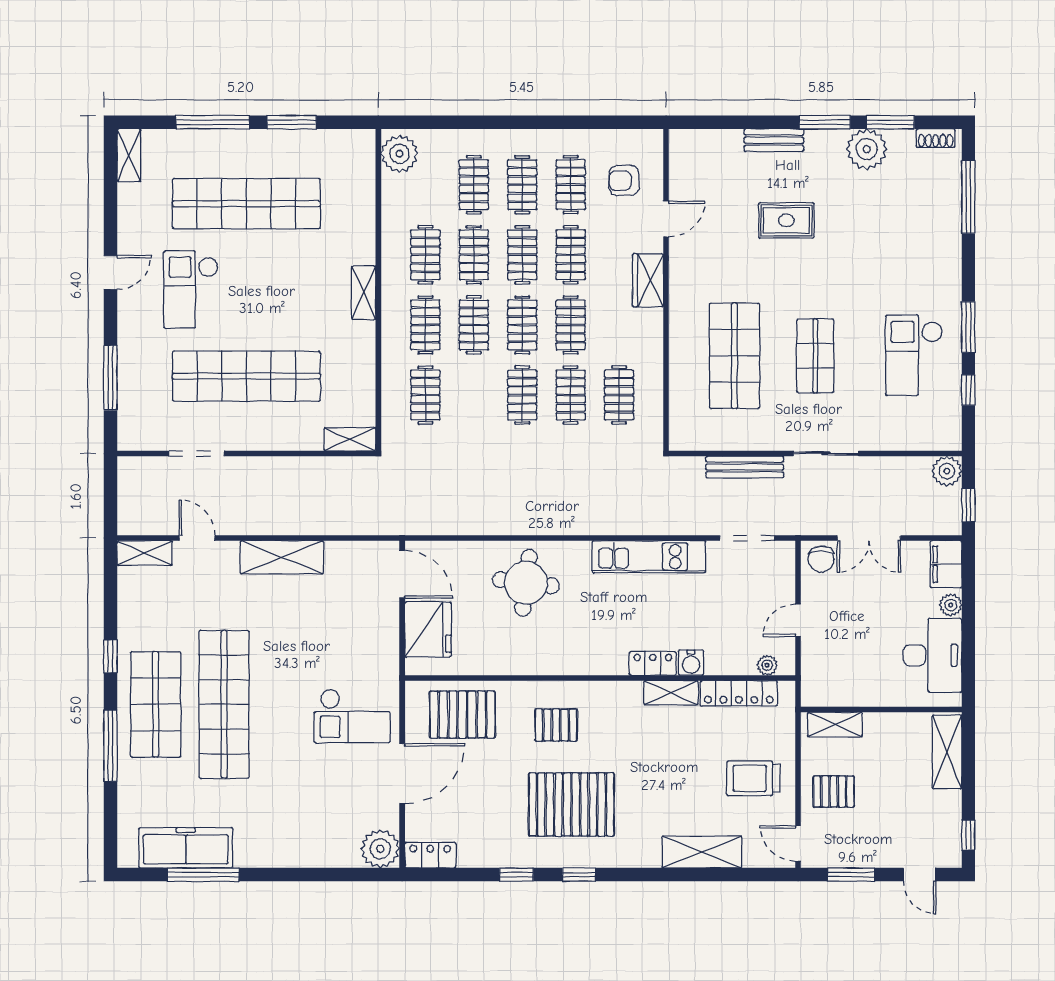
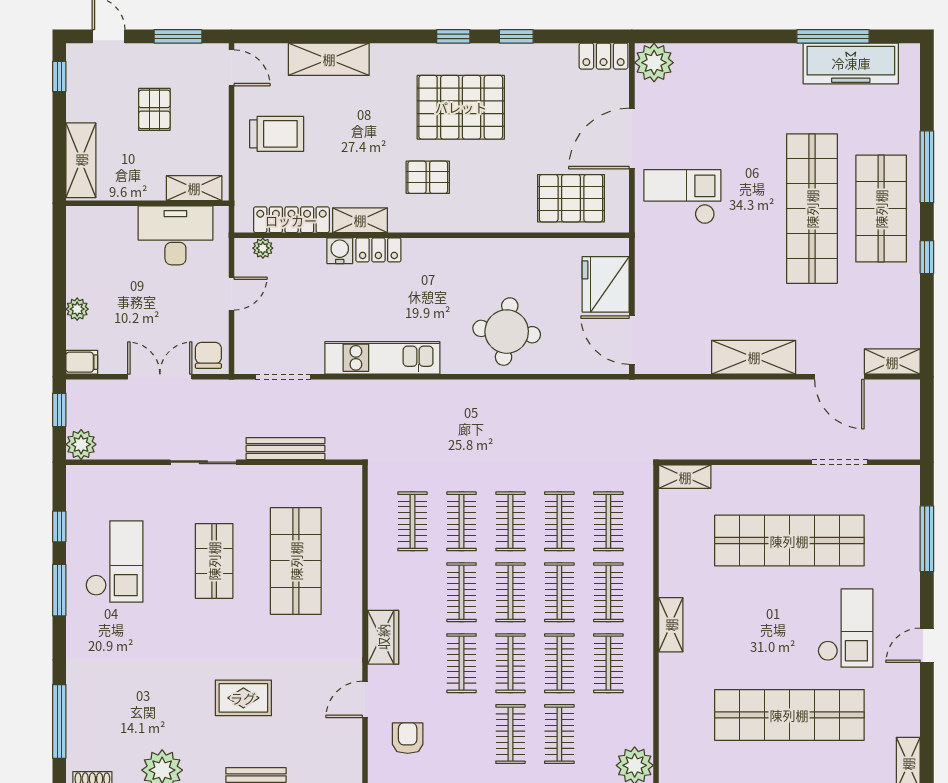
armchair: (624, 181) -> (408, 738), turned -90
clothes rail: (571, 185) -> (559, 521), moved
door: (197, 538) -> (839, 377), width x1.38
filing cabinet: (946, 564) -> (82, 362), width x0.50
desk: (933, 655) -> (175, 235), moved, turned 90
pallet: (556, 725) -> (428, 177), moved
pallet: (834, 792) -> (154, 109), moved, turned 90

